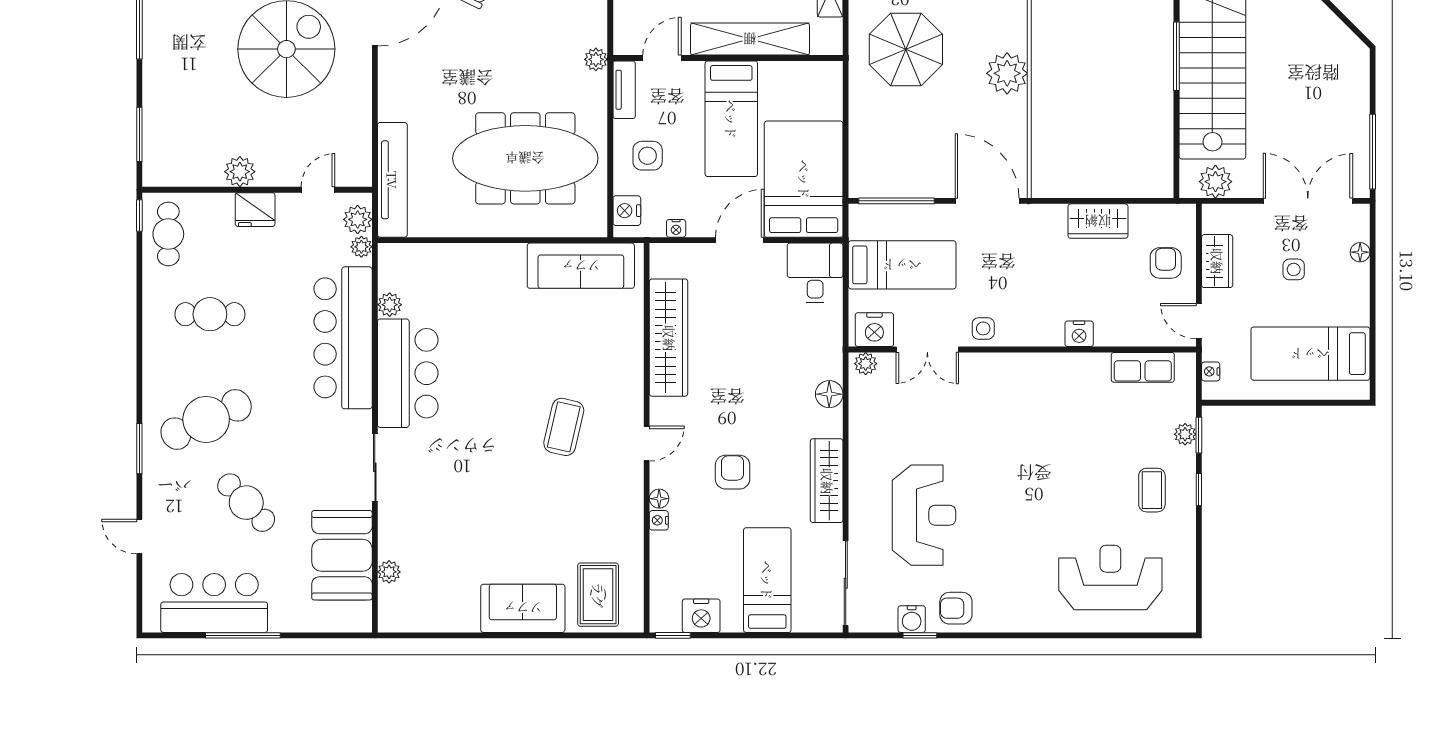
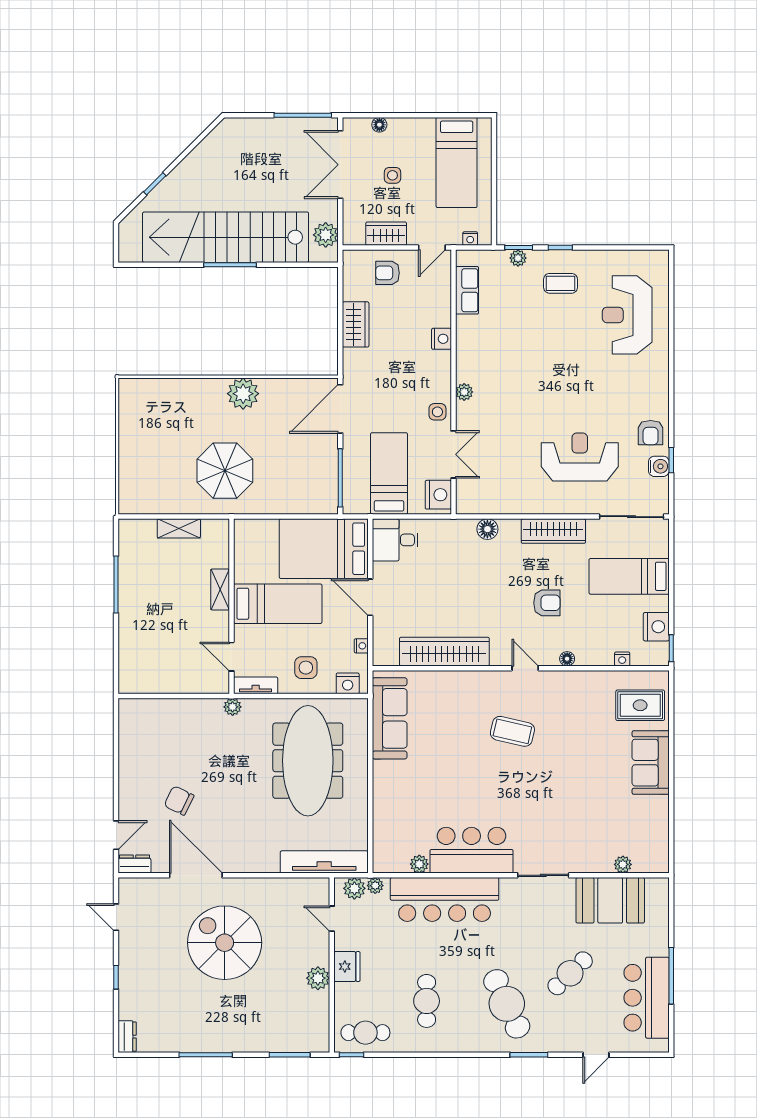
shelving: (750, 39) -> (220, 589), width x0.45, depth x0.75
plant: (866, 364) -> (464, 392), moved
armchair: (733, 472) -> (547, 603), turned 180
nightstand: (659, 520) -> (622, 659), moved

